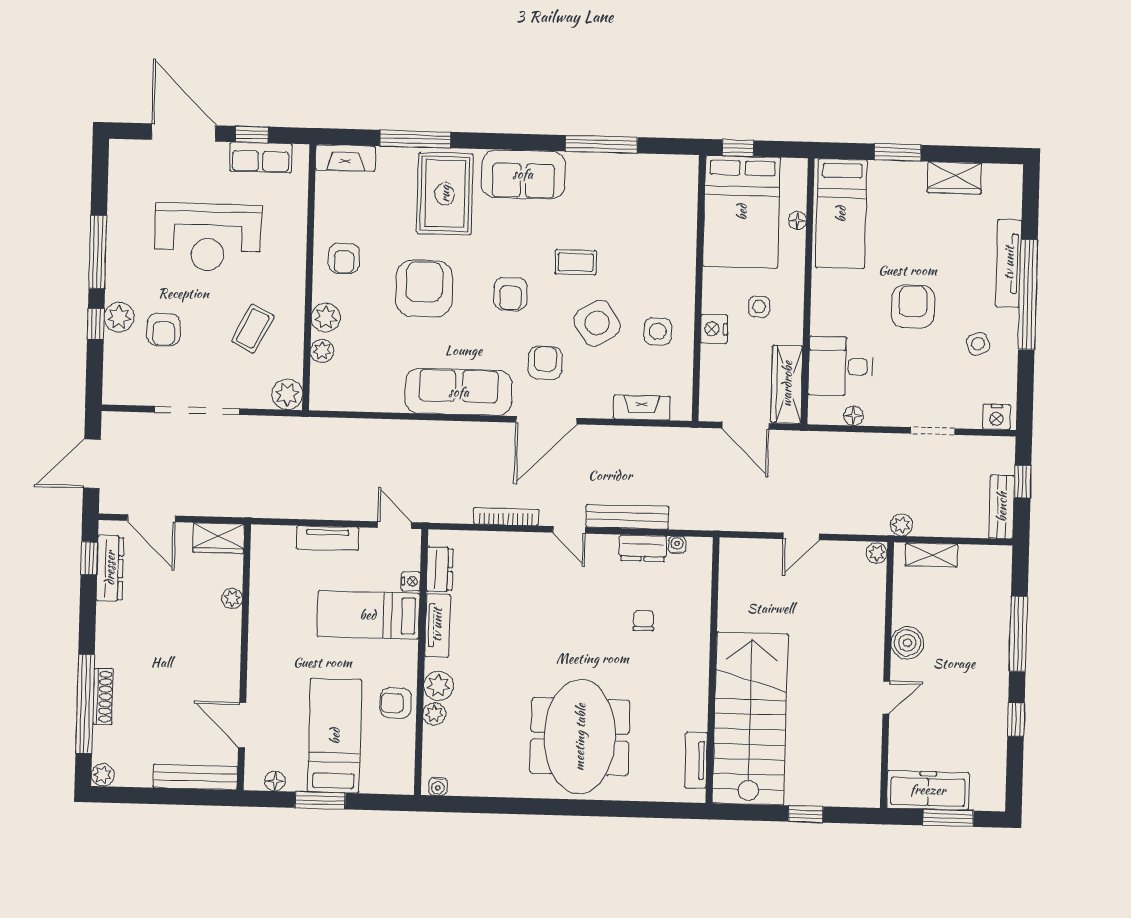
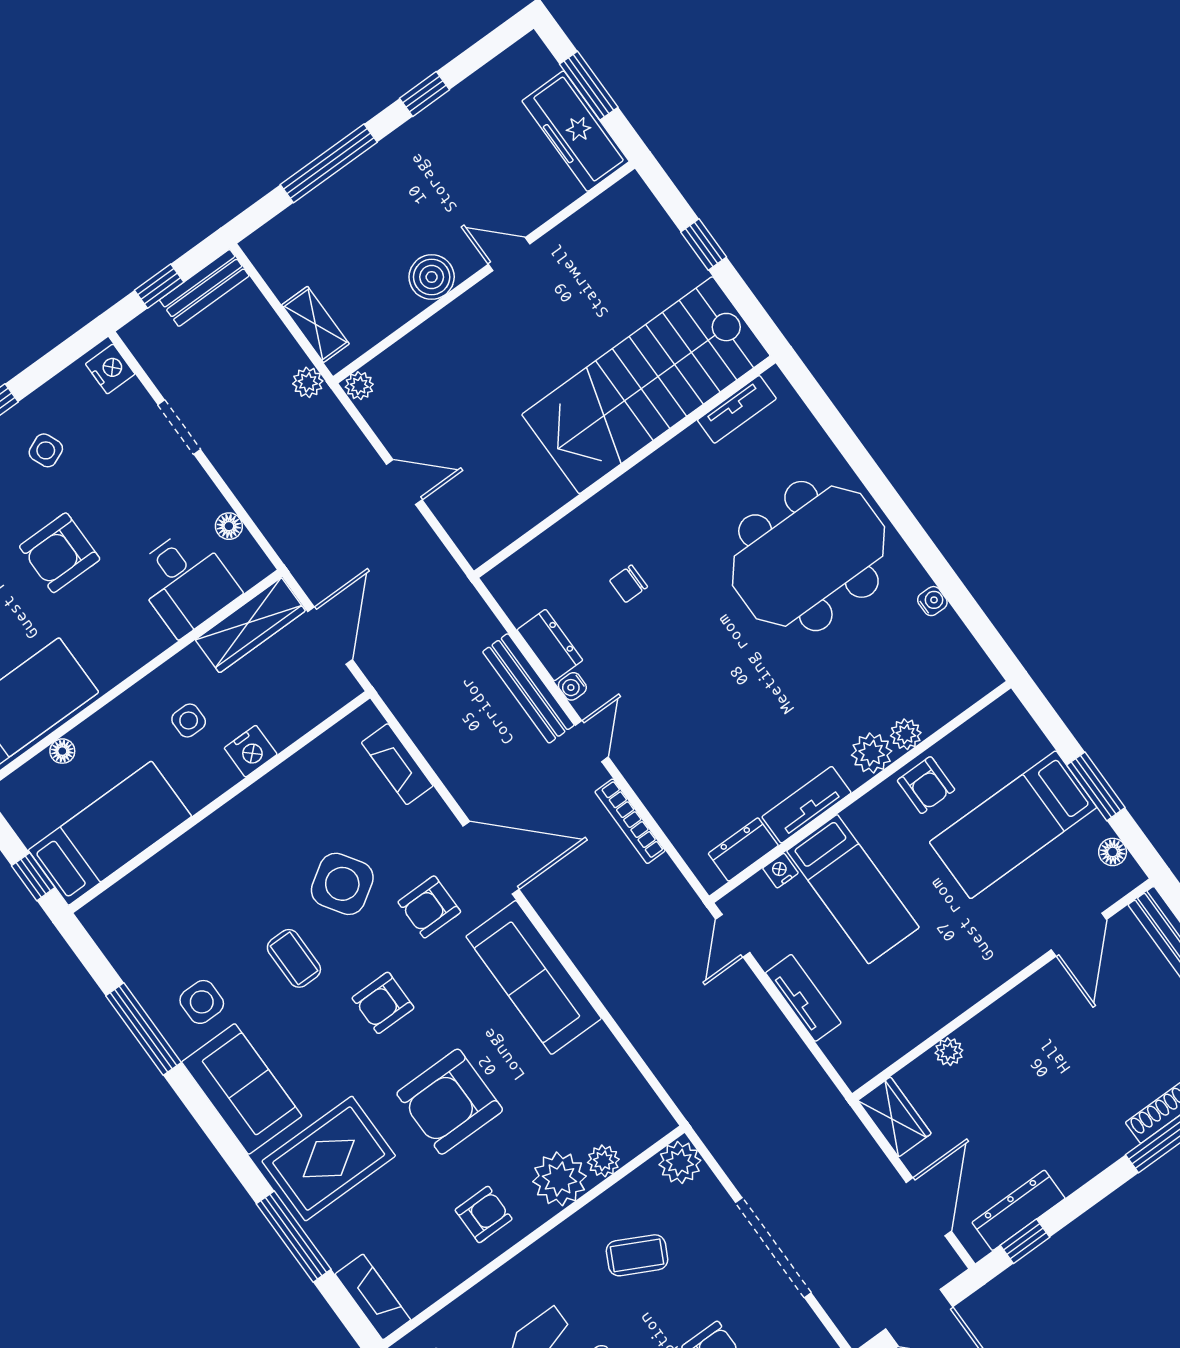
bed: (742, 212) -> (110, 833), width x0.67
armchair: (511, 294) -> (383, 1003), turned 180
plant: (326, 318) -> (560, 1179), width x1.36, depth x1.36
side table: (658, 331) -> (202, 1002), moved
water cooler: (677, 545) -> (572, 686), moved
water cooler: (438, 786) -> (932, 601), moved

